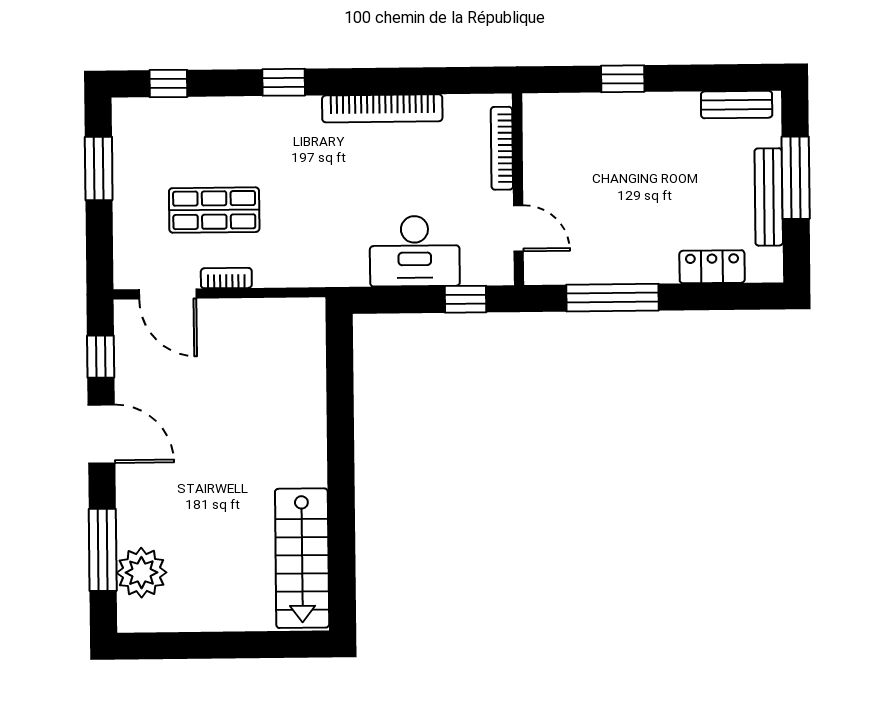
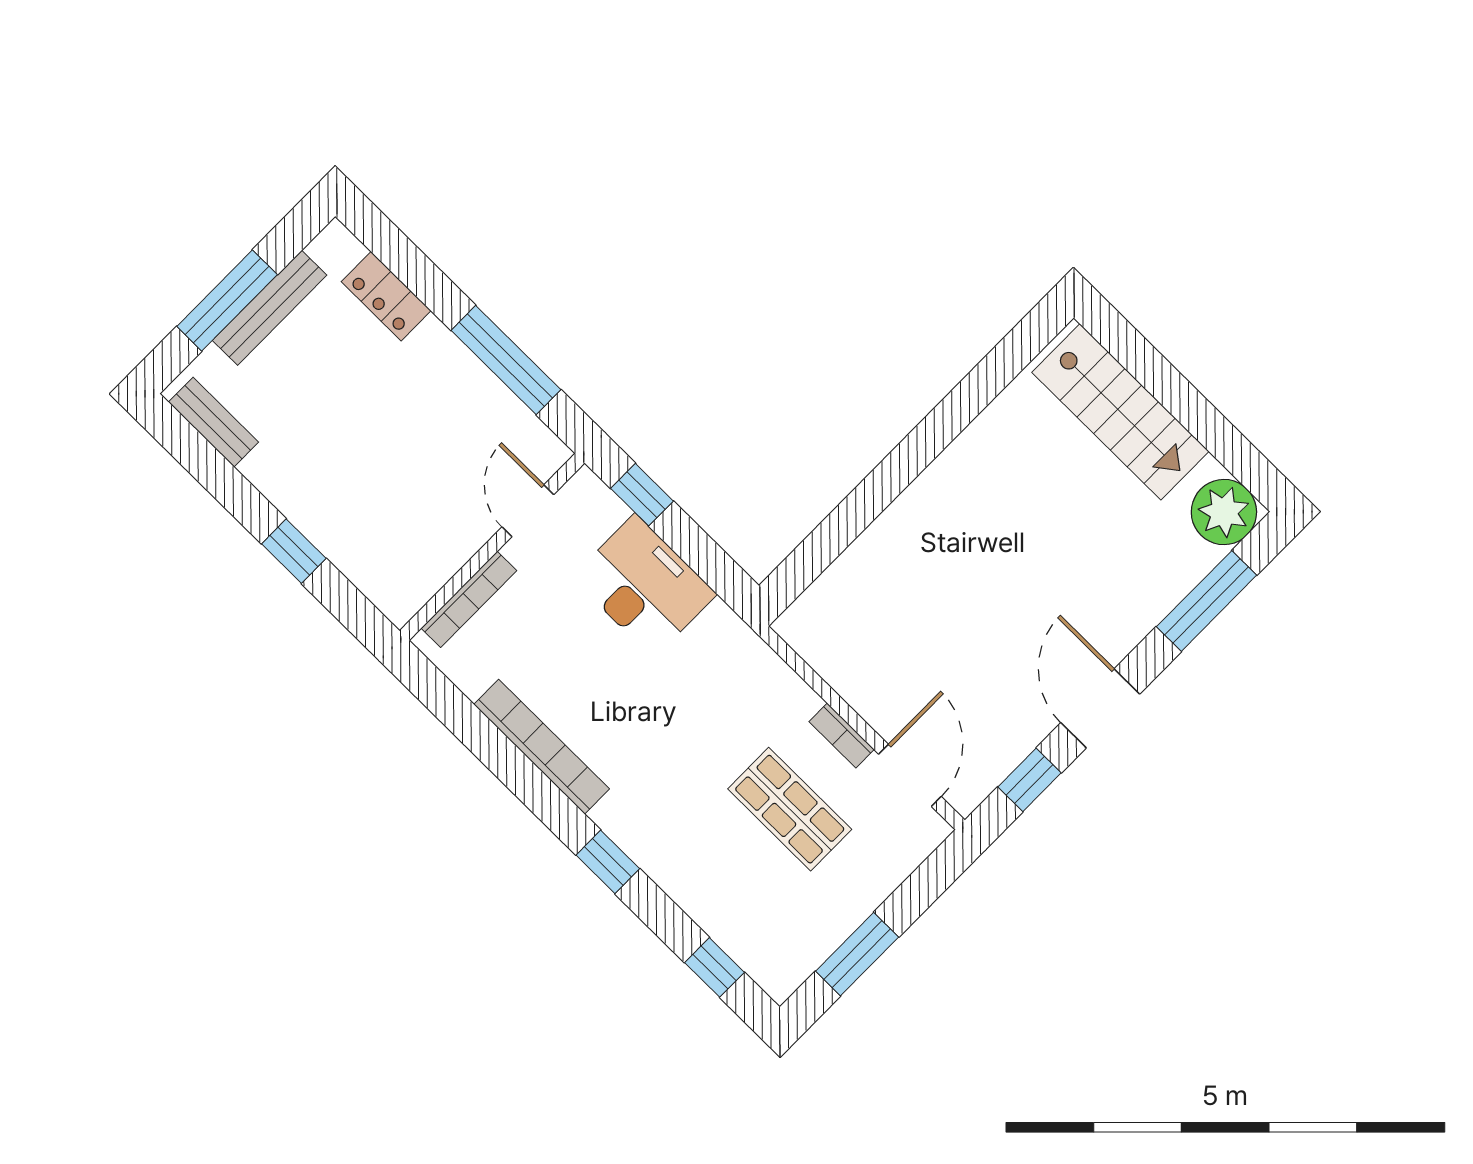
stairs: (302, 558) -> (1120, 412), moved, turned 90
plant: (141, 573) -> (1224, 512), moved

